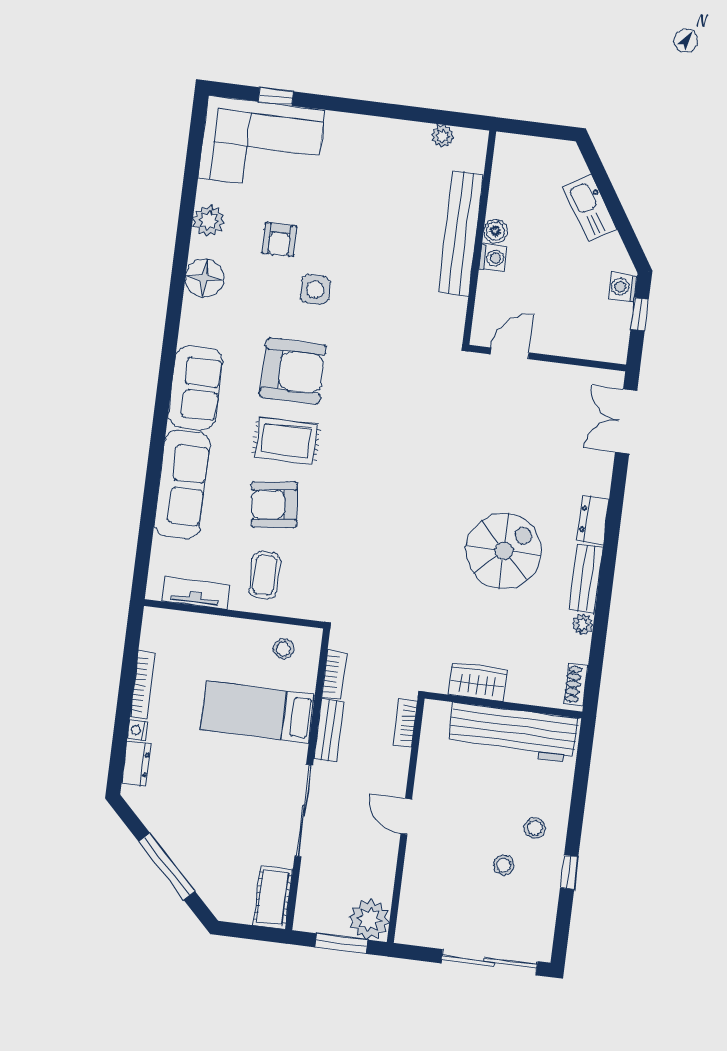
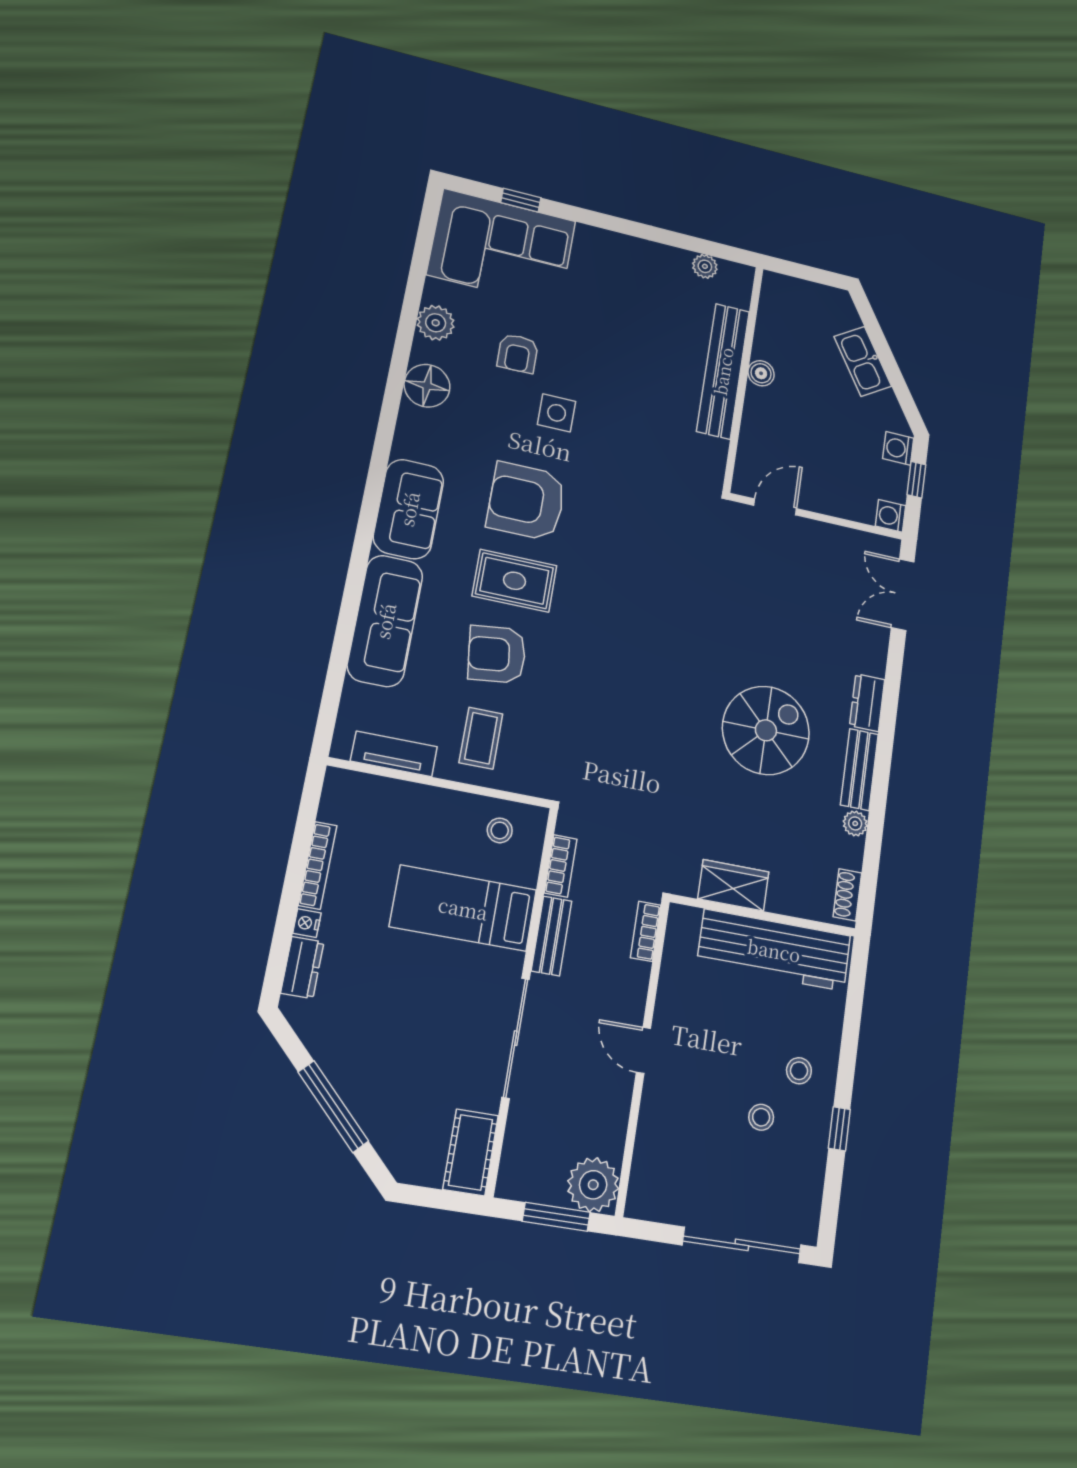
washing machine: (493, 258) -> (891, 516), moved, turned 180
armchair: (293, 371) -> (526, 501), turned 180

